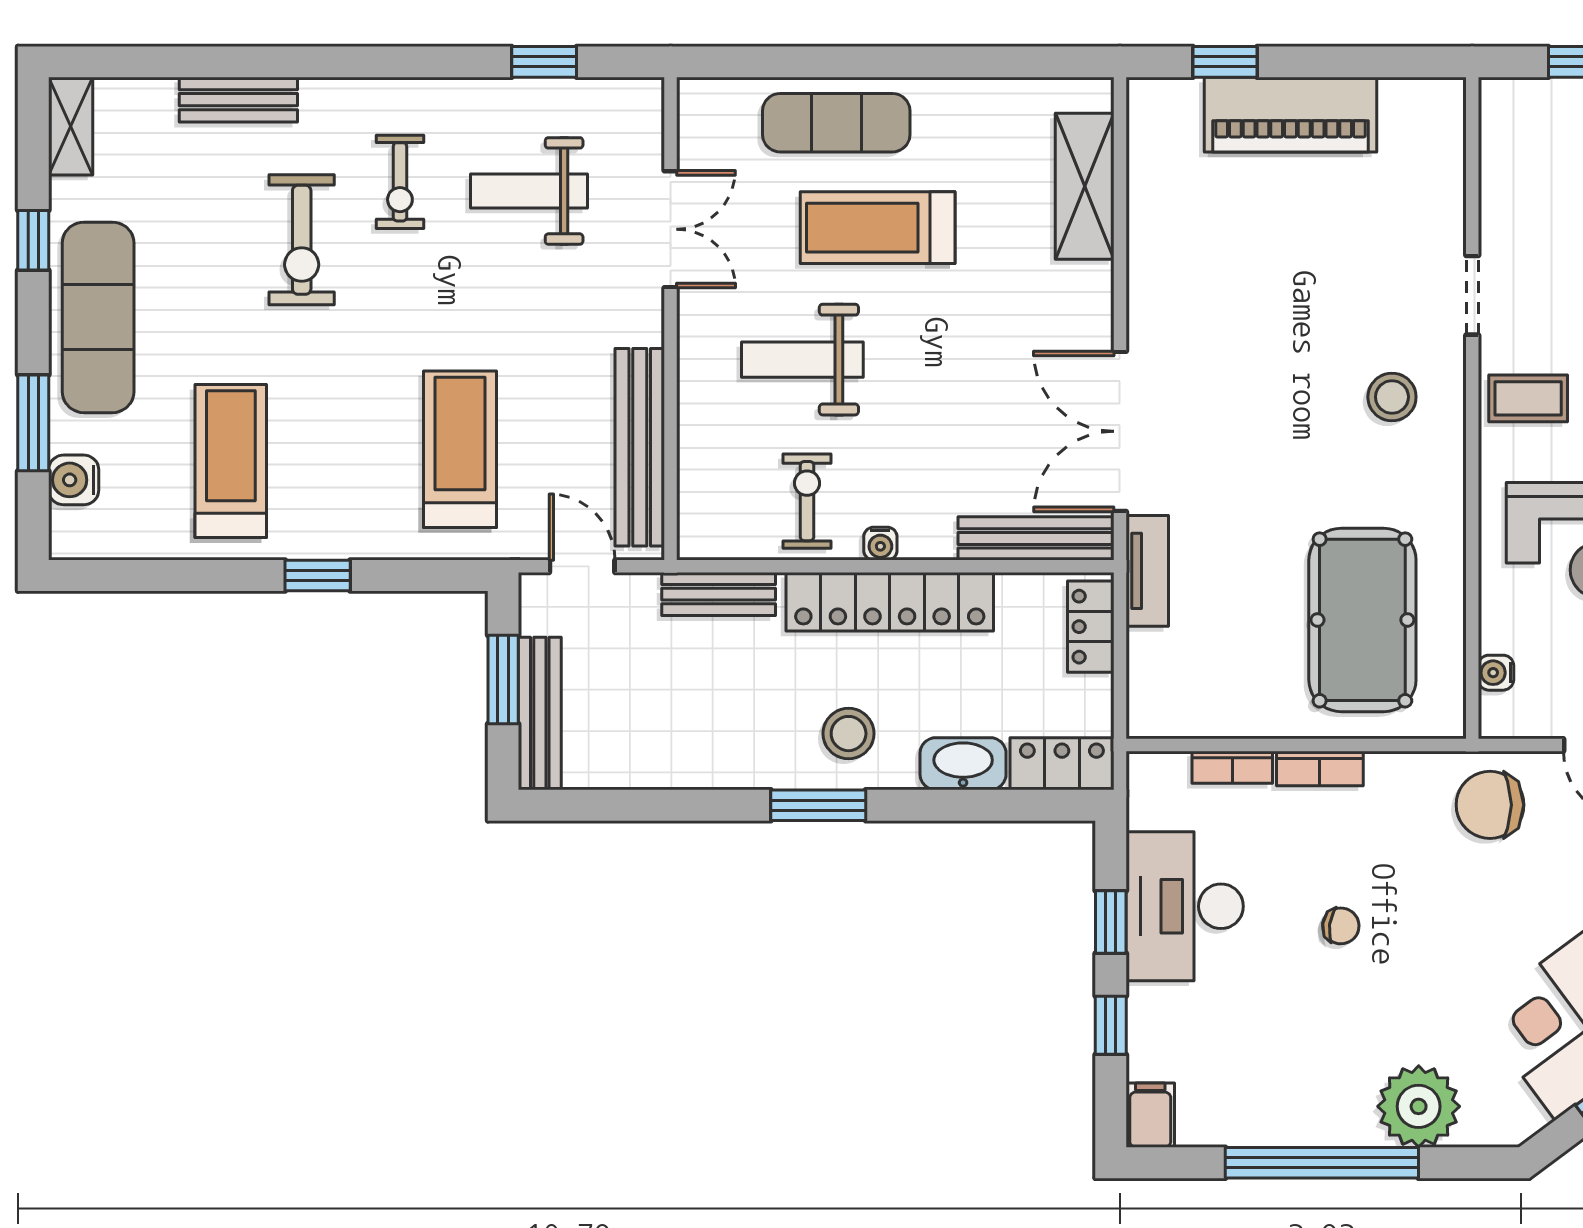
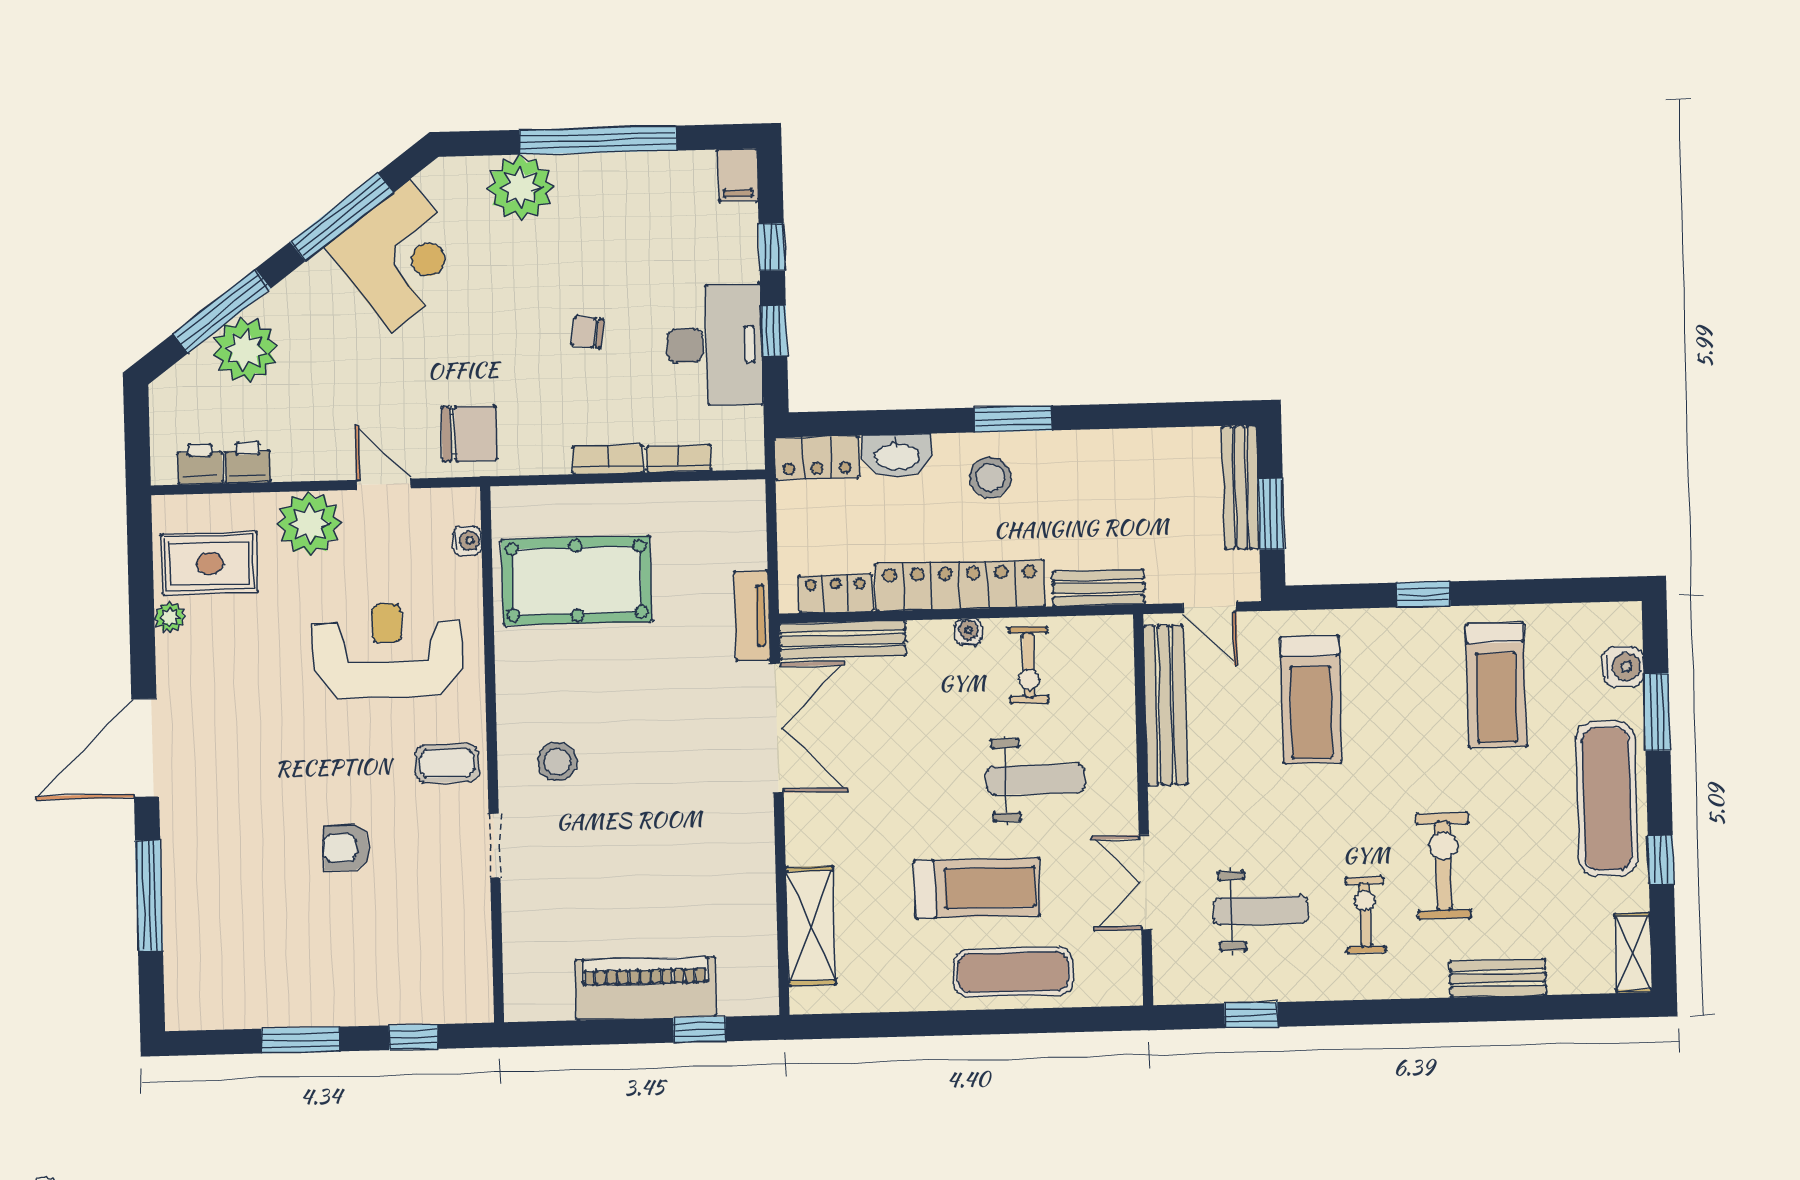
pool table: (1362, 620) -> (577, 581), turned 90
locker: (1091, 627) -> (835, 594), moved, turned -90

